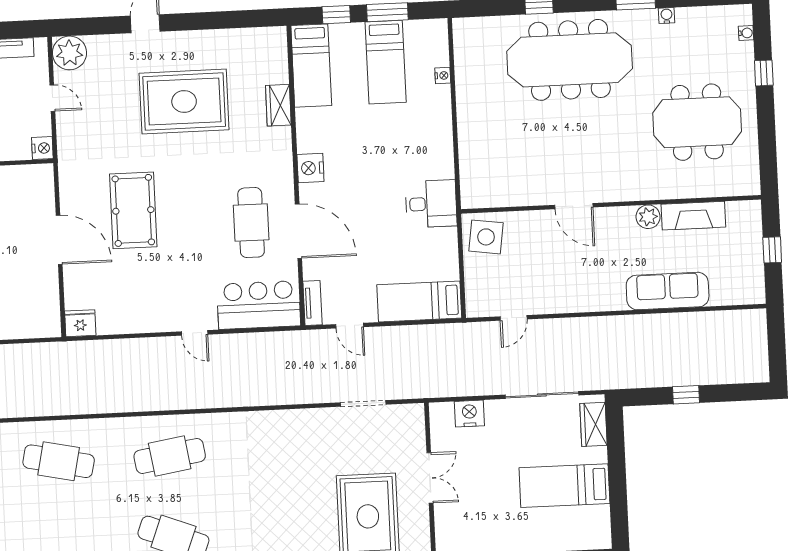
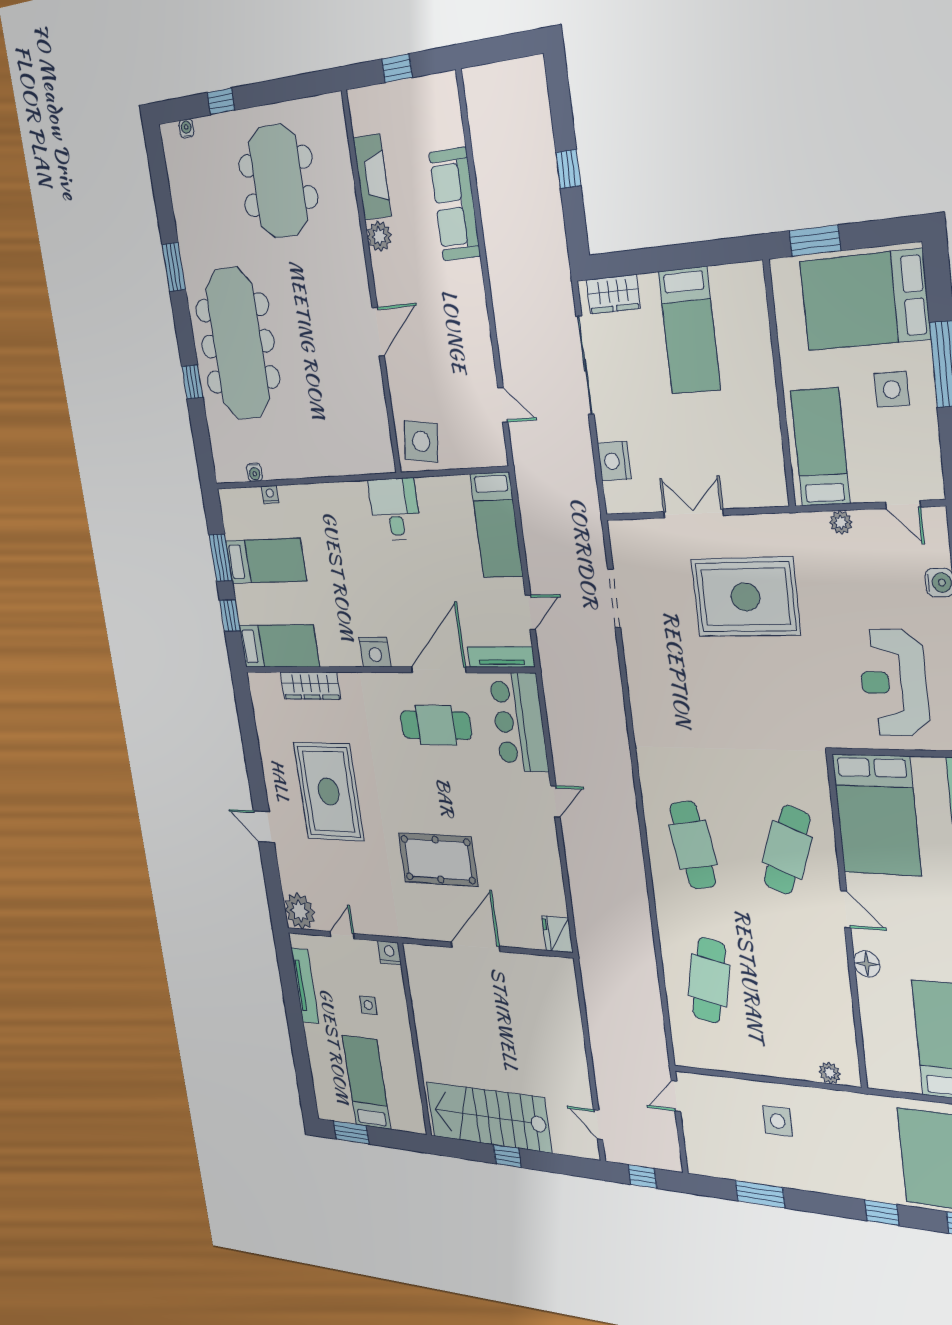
water cooler: (667, 16) -> (254, 472), moved, turned -90
wardrobe: (278, 105) -> (310, 686), width x1.50
tv unit: (312, 303) -> (501, 657), width x1.41

